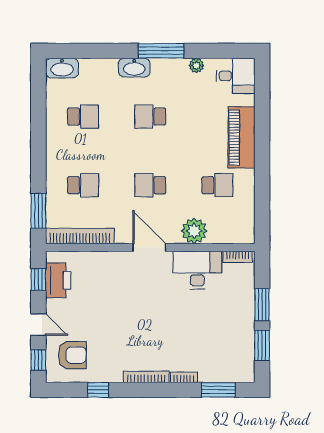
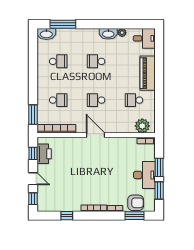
window: (161, 51) -> (63, 24), moved
washbasin: (134, 68) -> (108, 34), moved
school desk: (217, 185) -> (134, 100), turned 180
plant: (194, 231) -> (142, 126), moved
desk: (197, 270) -> (144, 175), moved, turned 90
armchair: (72, 355) -> (136, 203), moved

